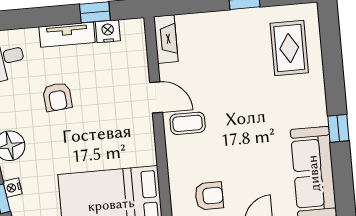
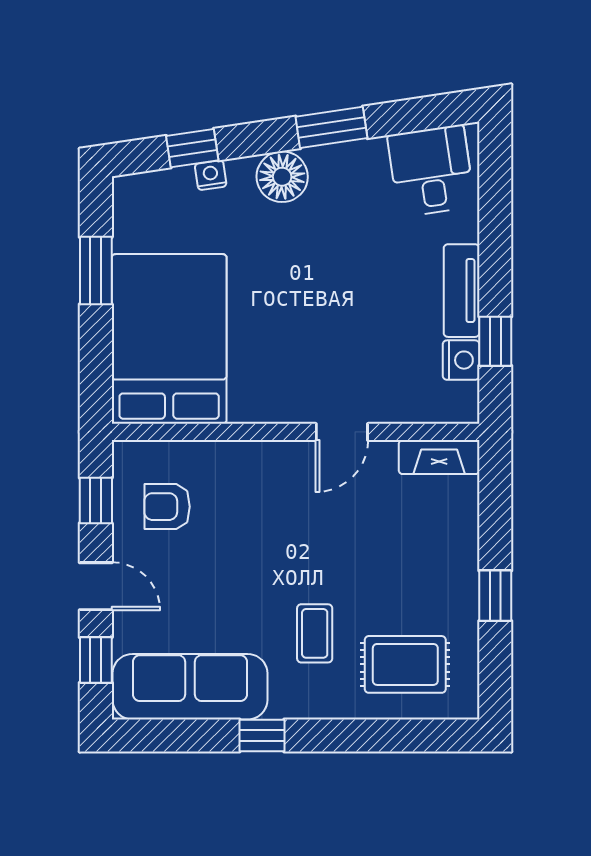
armchair: (57, 97) -> (358, 265), removed
coffee table: (188, 123) -> (315, 633), moved
armchair: (209, 196) -> (167, 507), turned 90

